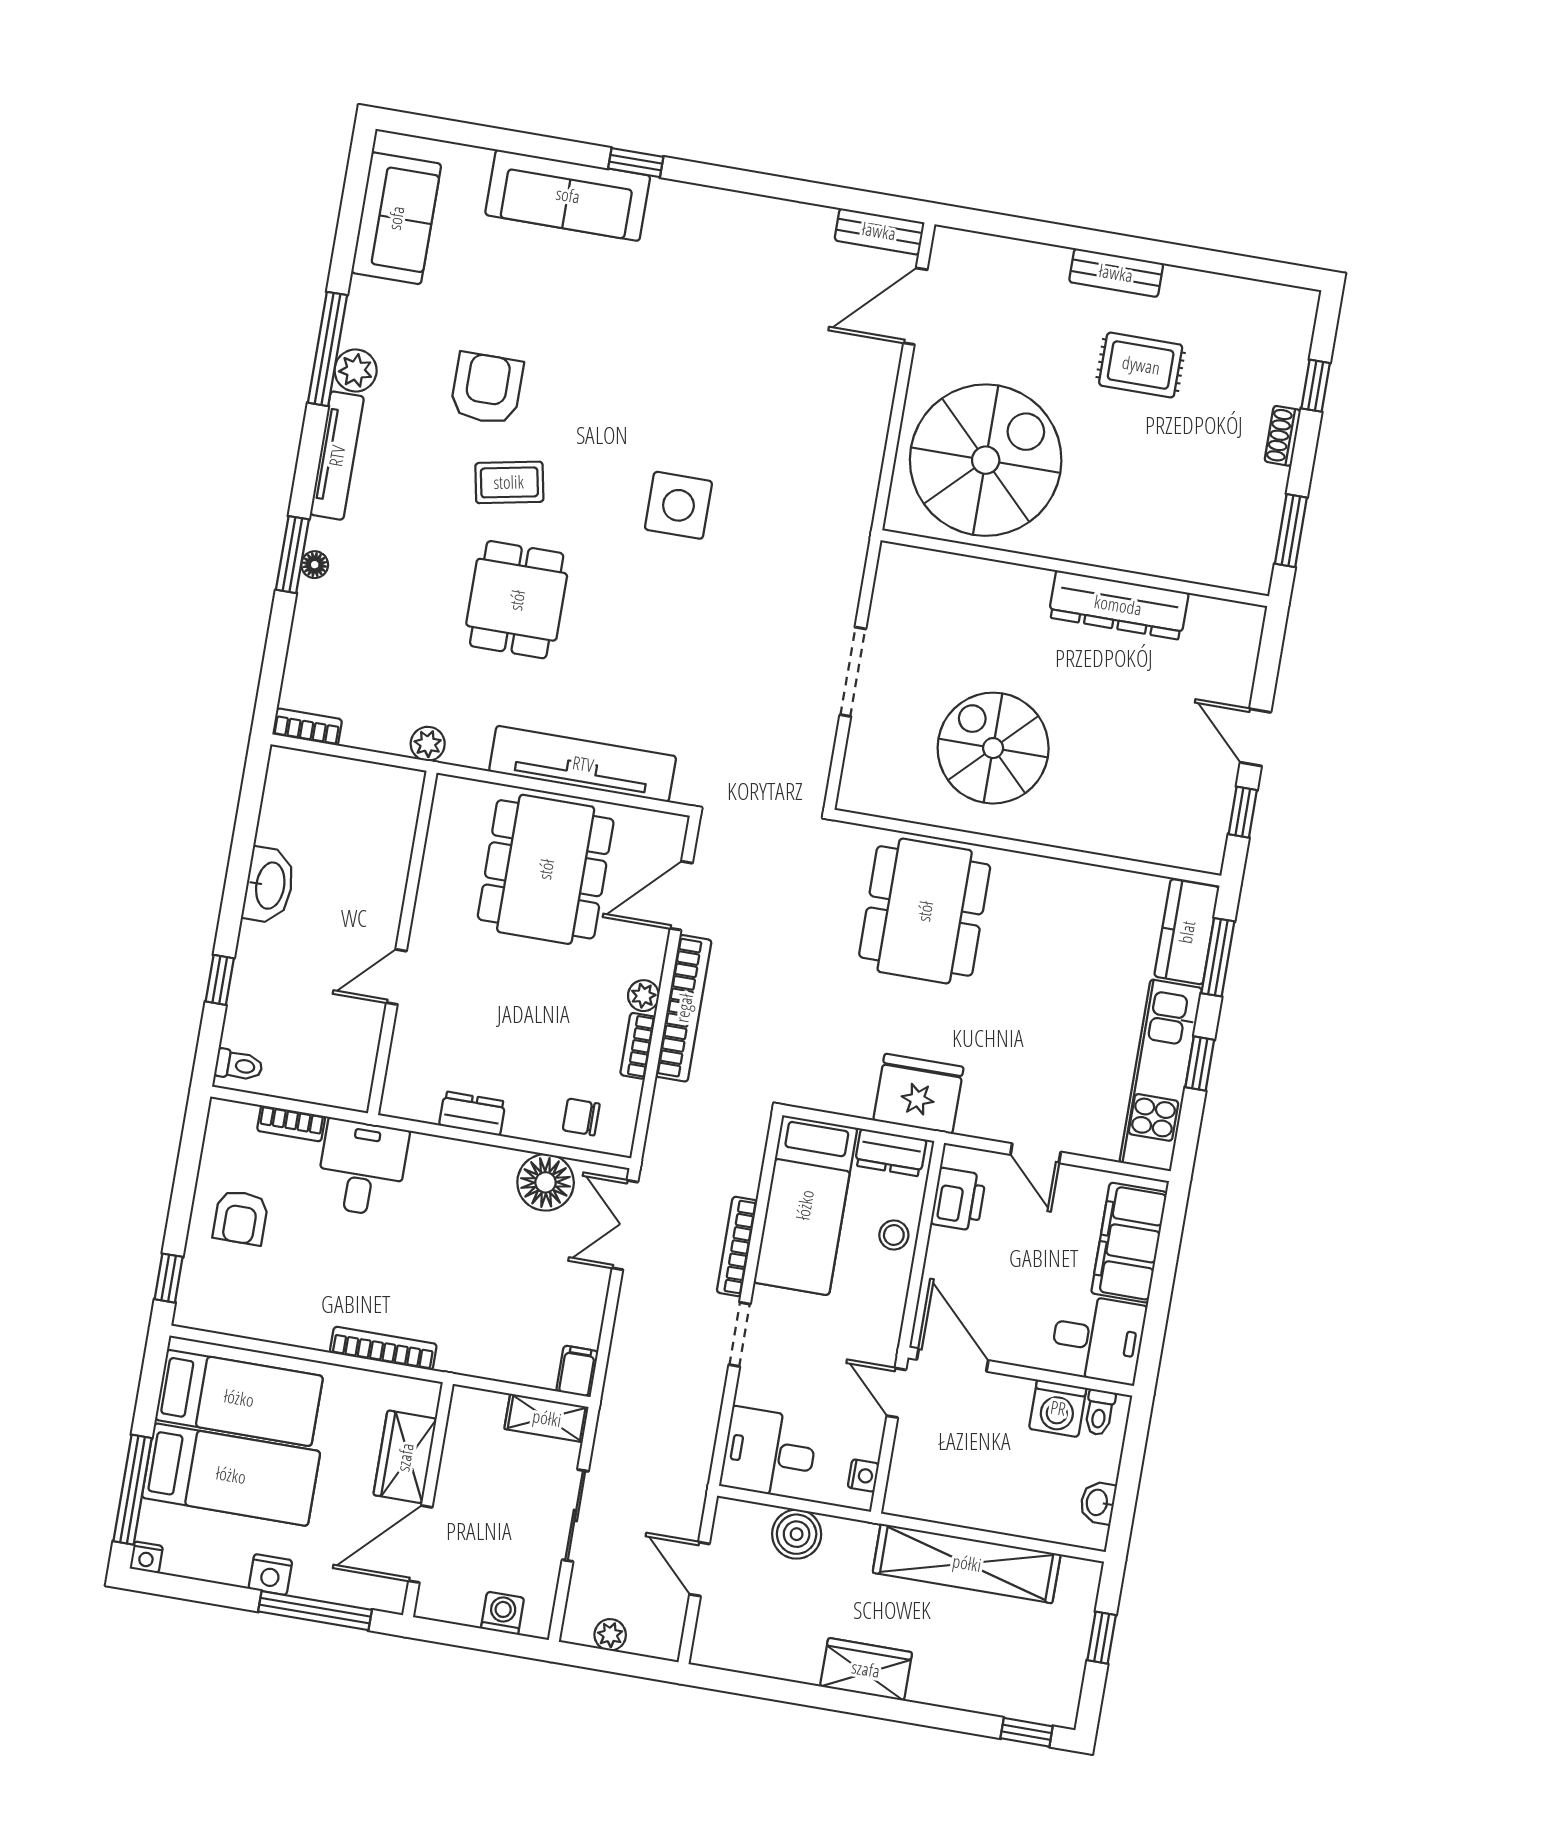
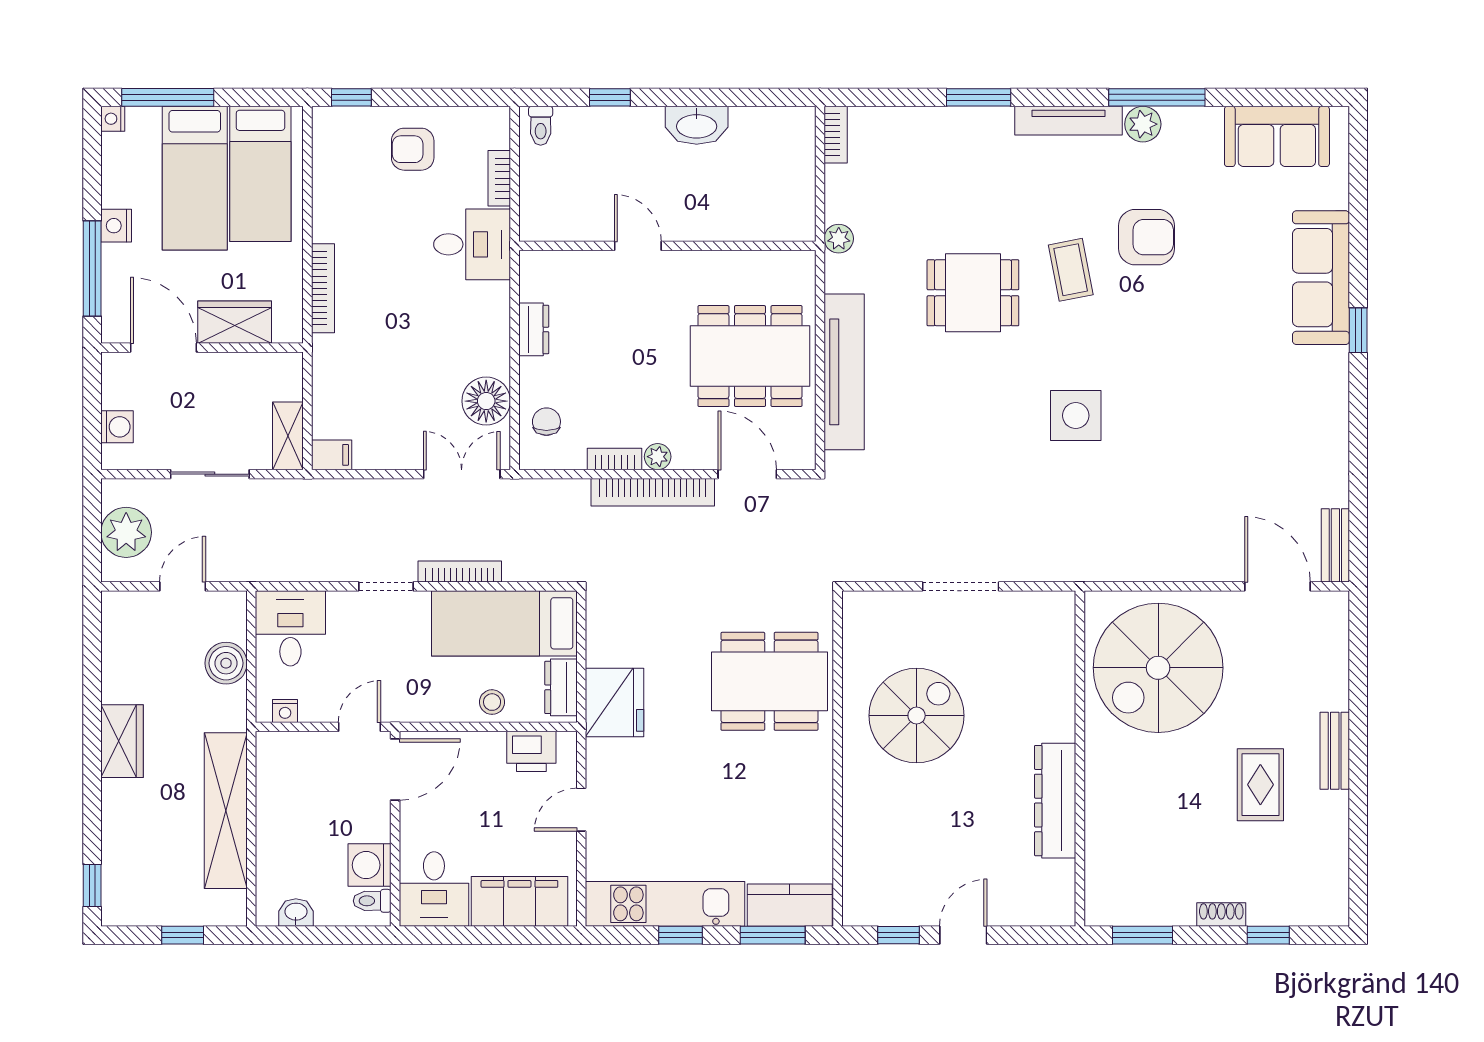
spiral stairs: (986, 460) -> (1158, 668), turned 90
floor lamp: (315, 565) -> (973, 118), removed
plant: (610, 1635) -> (126, 532), width x1.88, depth x1.88

